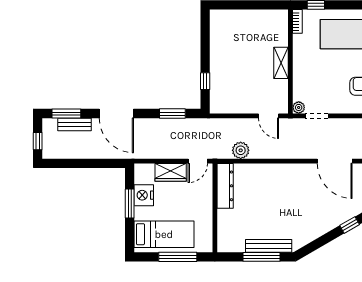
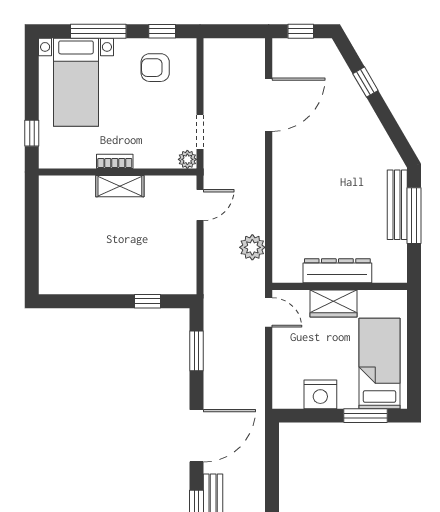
bookcase: (297, 21) -> (115, 161), moved
wardrobe: (171, 172) -> (333, 303), moved, turned 90
dresser: (225, 186) -> (337, 271), moved
window: (130, 203) -> (366, 416), moved
window: (178, 257) -> (414, 343), removed

